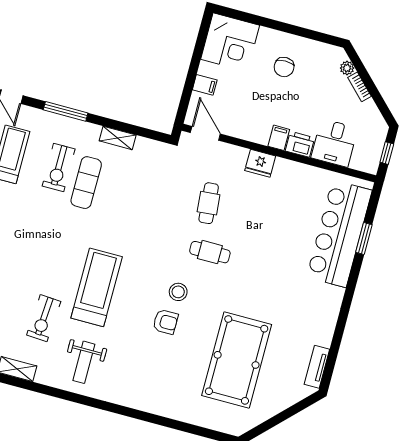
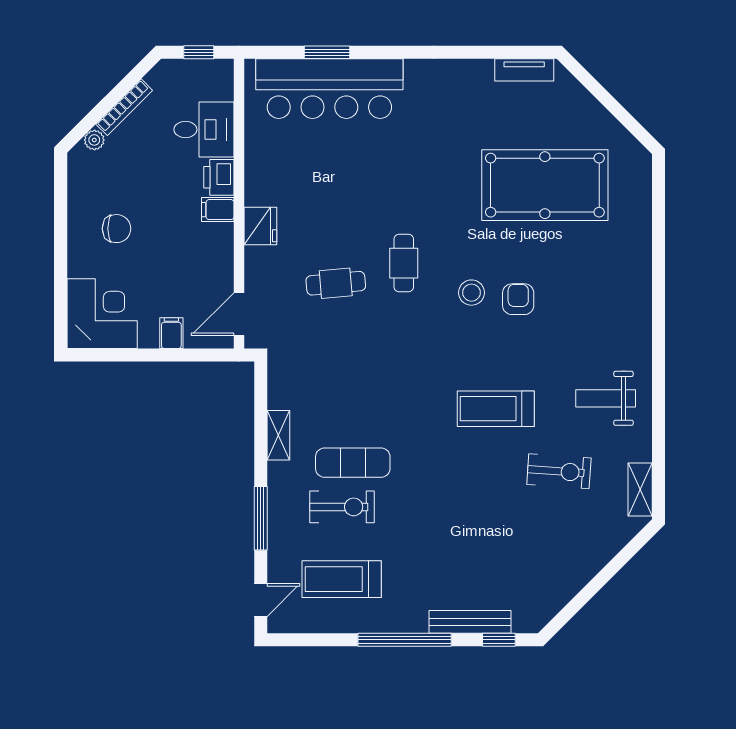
bookcase: (360, 87) -> (124, 107), width x1.56
treadmill: (97, 287) -> (496, 409), width x0.73, depth x0.73
weight bench: (84, 362) -> (606, 398), turned 180

